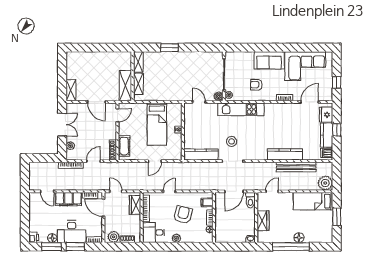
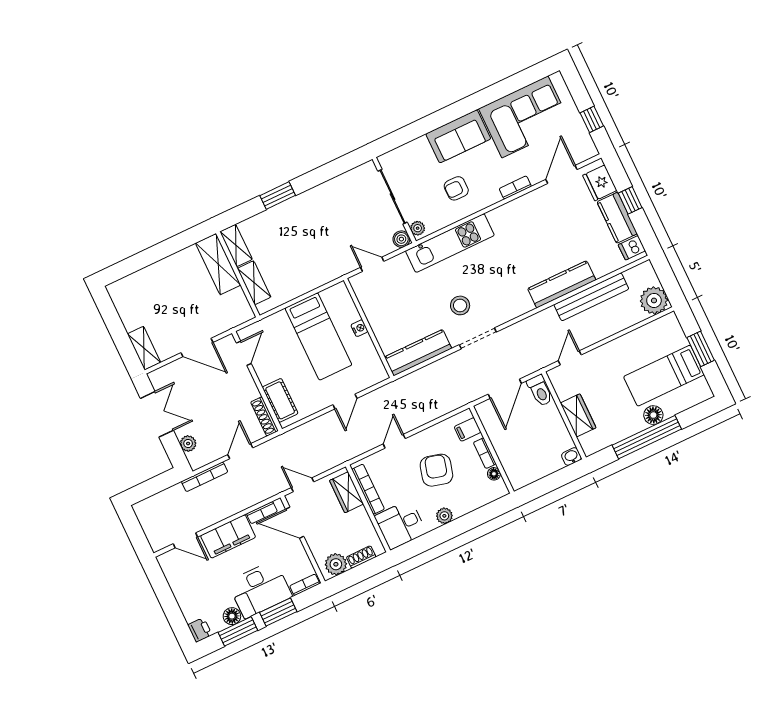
shelving: (125, 86) -> (218, 264), moved
bed: (313, 201) -> (664, 376), moved

